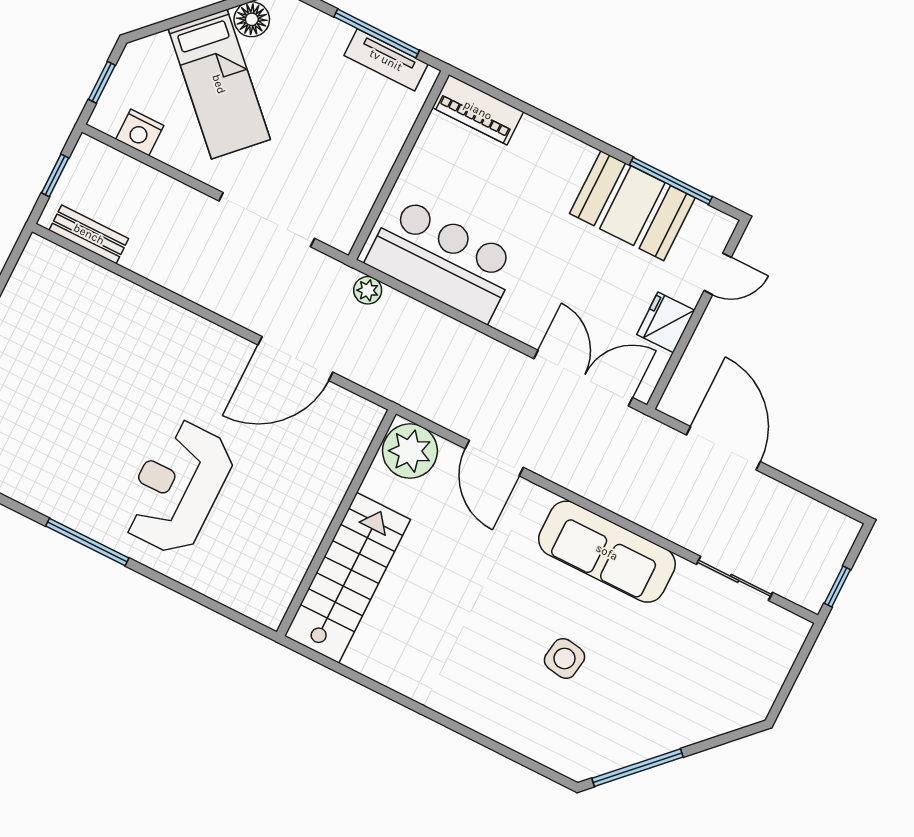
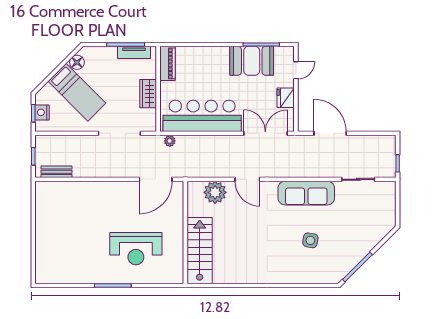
piano: (478, 110) -> (167, 63), moved, turned -90
nightstand: (140, 132) -> (42, 112), moved, turned 90
wardrobe: (372, 164) -> (148, 94), added
bar counter: (443, 260) -> (202, 116), width x1.36
reception desk: (177, 487) -> (136, 249), turned -90
wall: (336, 523) -> (185, 232), moved
stairs: (347, 578) -> (200, 251), moved

